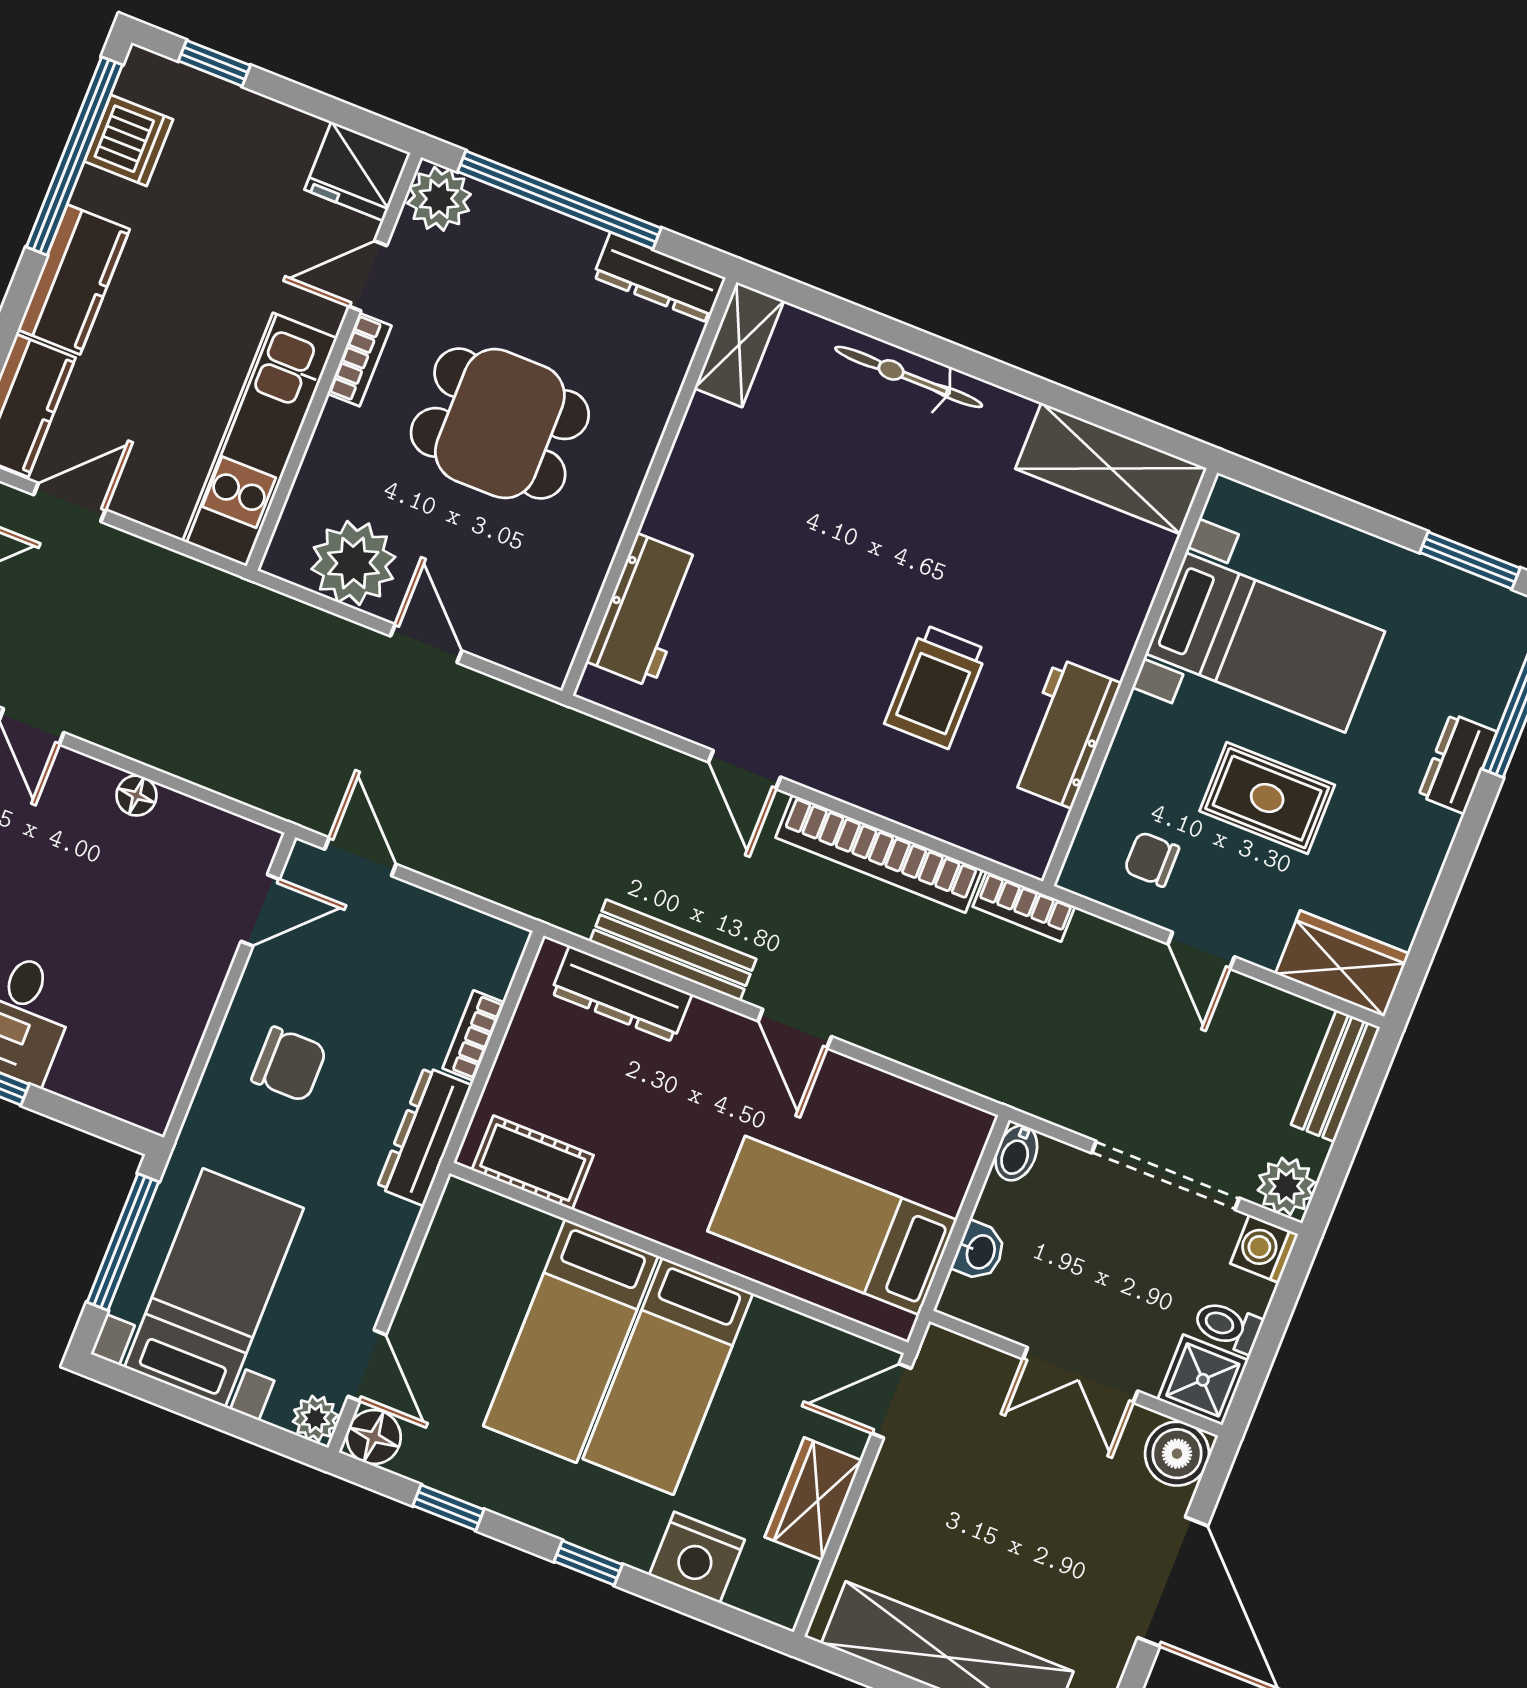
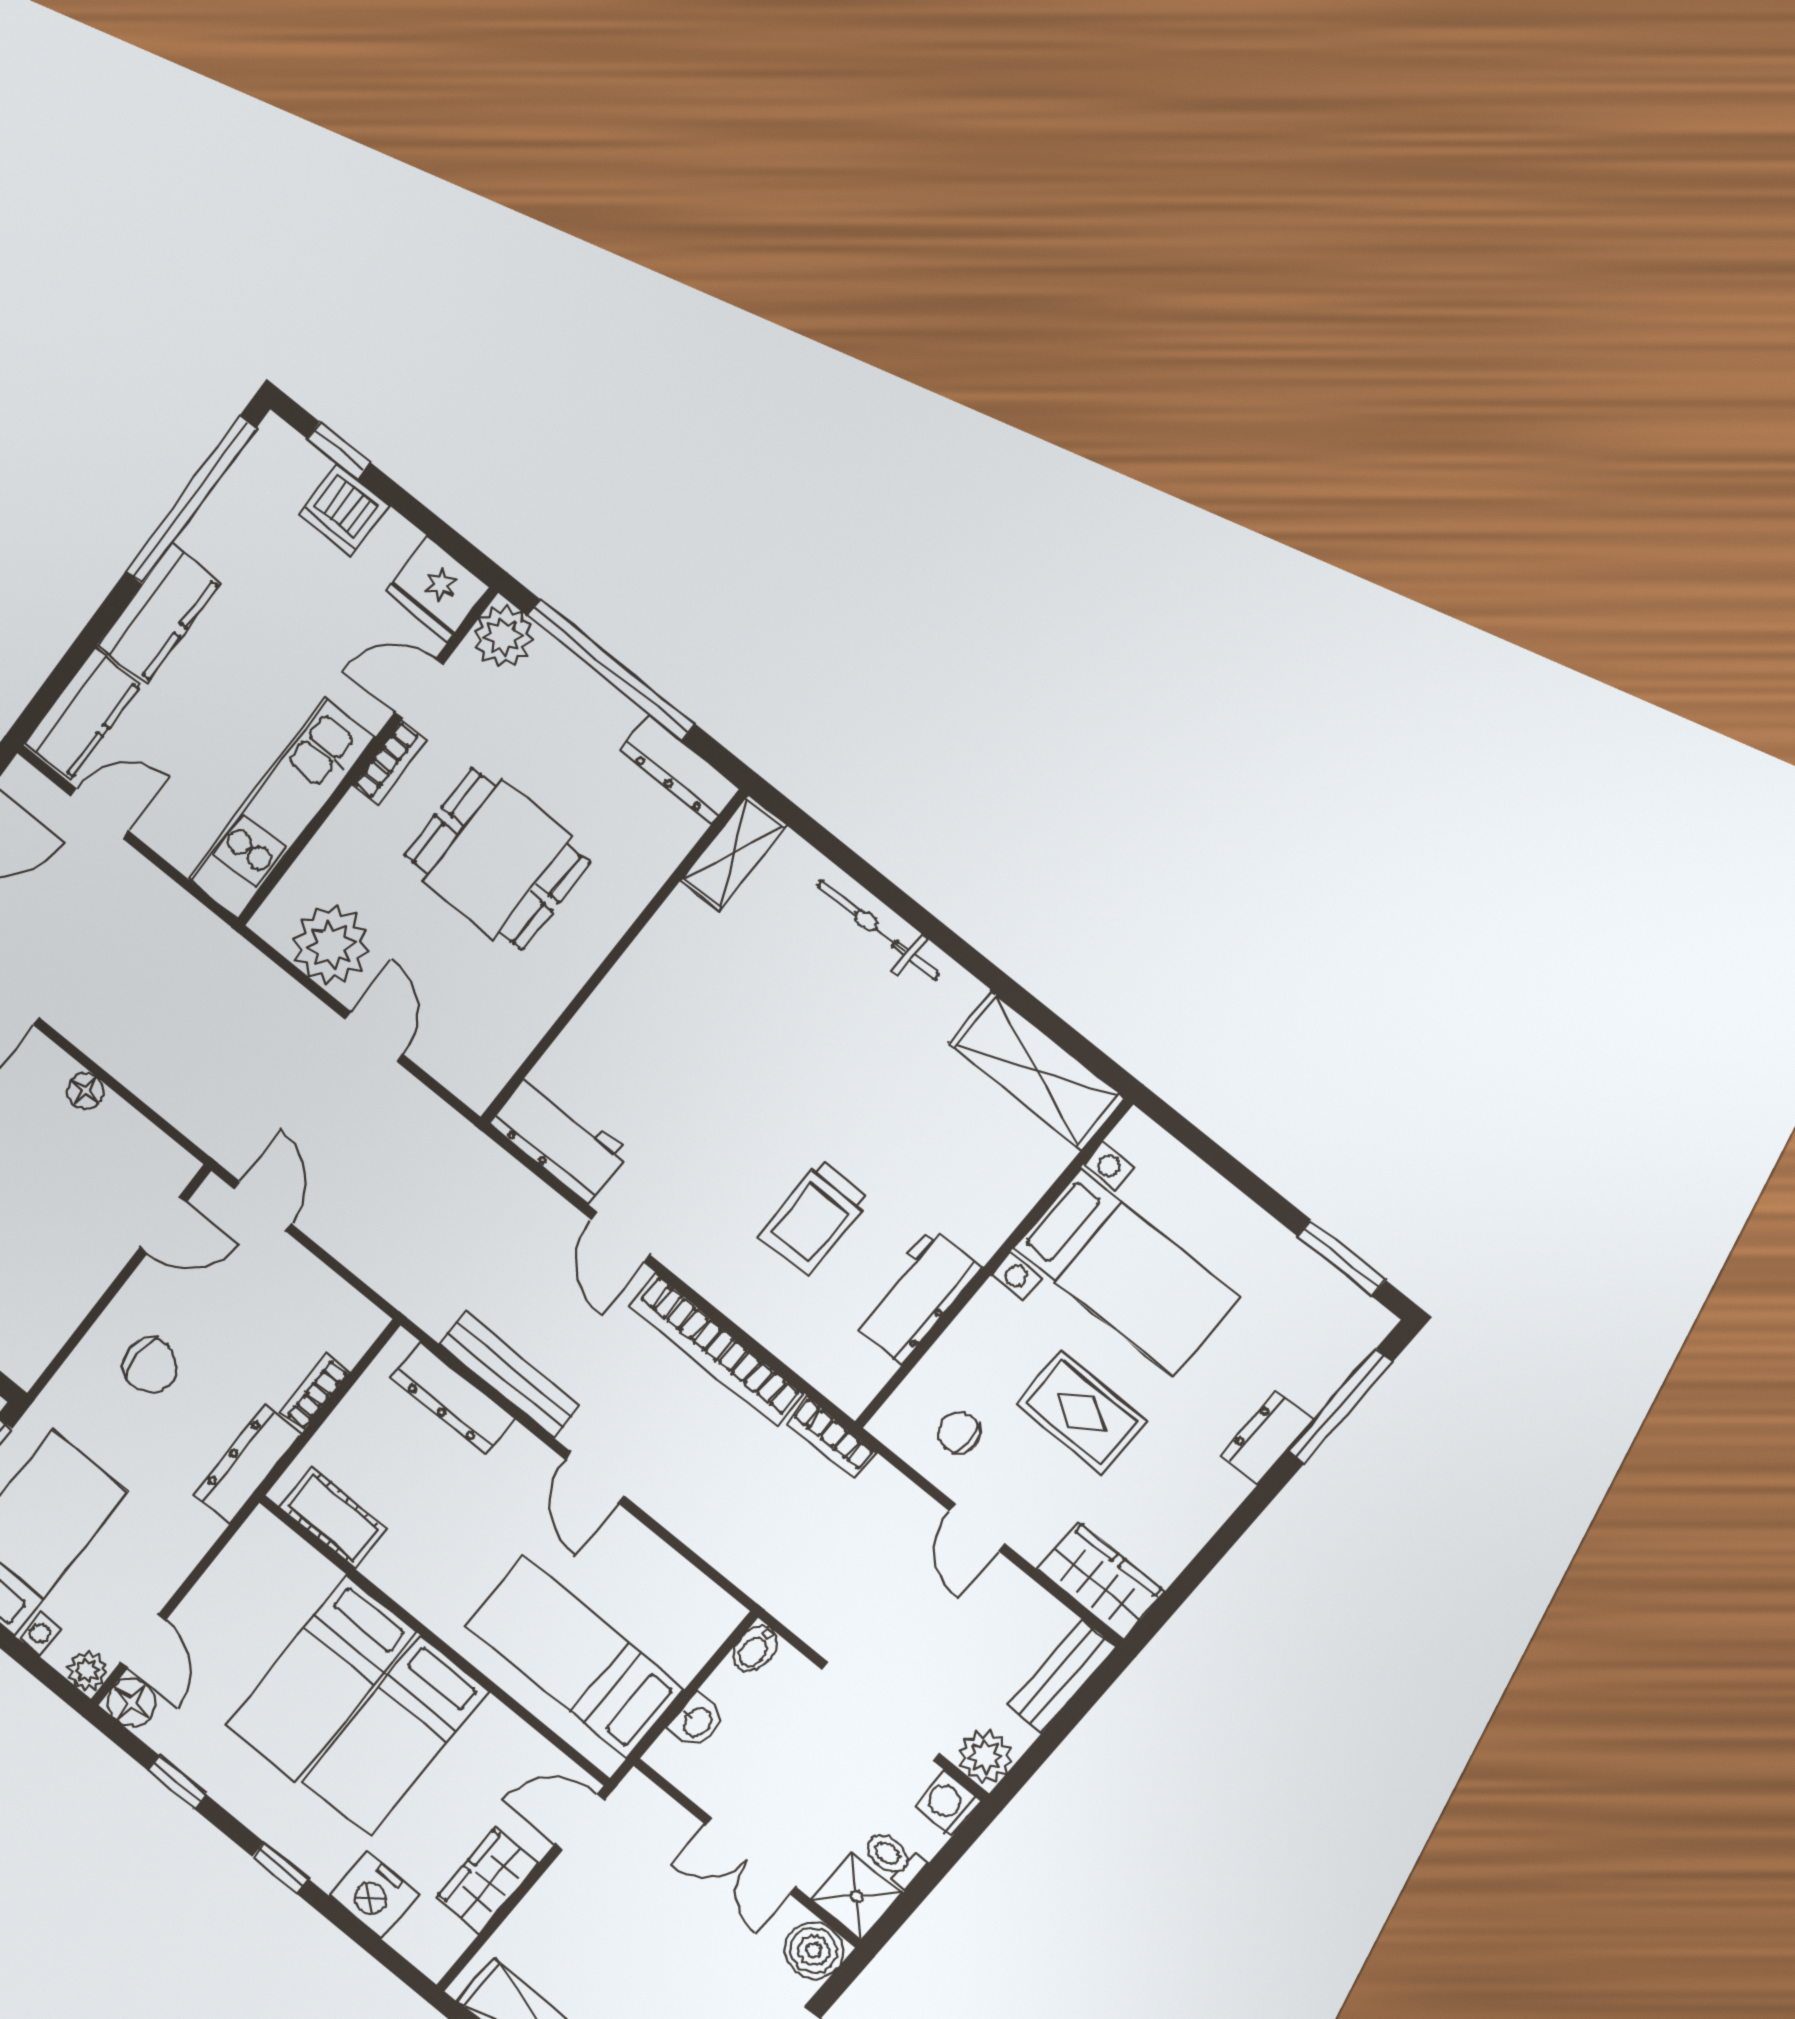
dishwasher: (129, 140) -> (344, 510), moved, turned 90
workbench: (645, 610) -> (559, 1138), moved, turned -90

